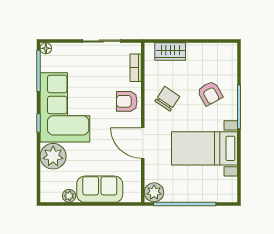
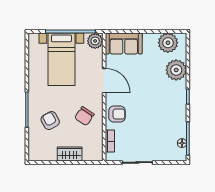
floor lamp: (46, 48) -> (182, 143), moved
wardrobe: (170, 52) -> (70, 154), moved
corner sofa: (65, 107) -> (167, 109), removed
bed with nightstands: (205, 148) -> (61, 59), moved, turned 90
sofa: (100, 189) -> (124, 43), moved
plant: (69, 196) -> (168, 43), width x1.88, depth x1.88

